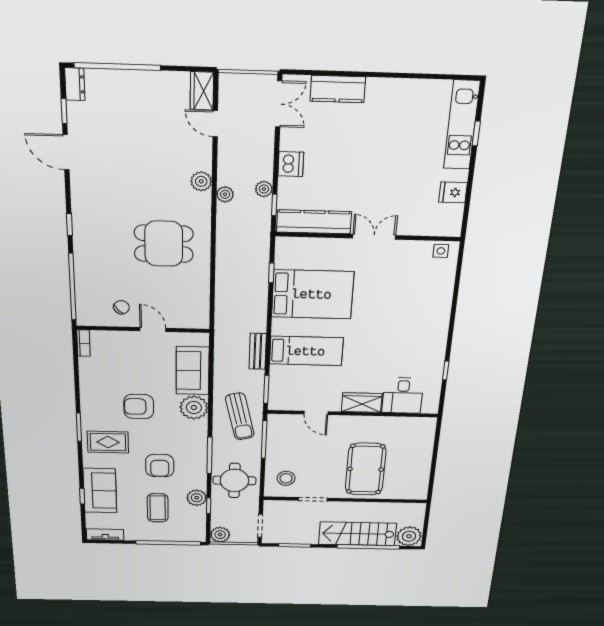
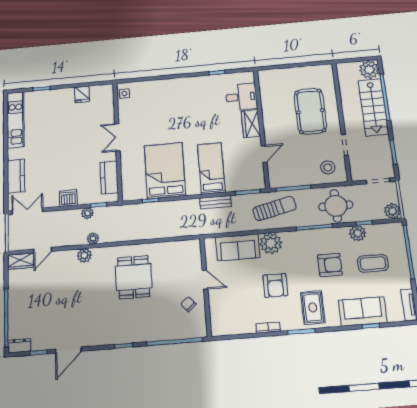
kitchen unit: (462, 125) -> (15, 120), moved, turned -90
kitchen counter: (314, 222) -> (109, 177), width x0.67
door: (153, 330) -> (205, 280), swing flipped
bookcase: (83, 343) -> (268, 328), moved
pool table: (366, 469) -> (310, 111), turned 90

